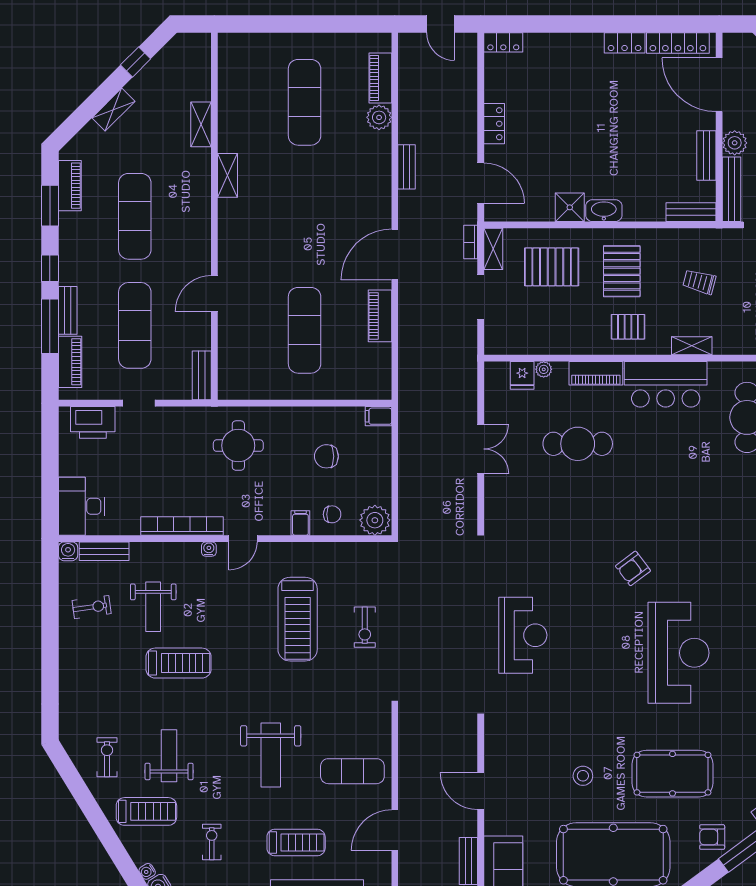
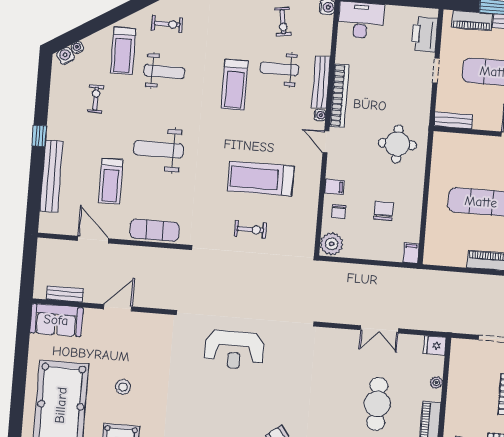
fridge: (522, 375) -> (435, 345), moved
bench: (104, 551) -> (321, 82), moved, width x1.36
exercise bike: (365, 627) -> (250, 229), turned 180
exercise mat: (352, 771) -> (155, 230), moved, turned 90
exercise bike: (212, 842) -> (96, 99), turned -90
treadmill: (296, 842) -> (111, 181), moved

